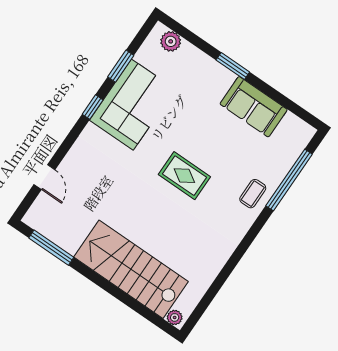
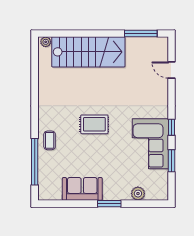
plant: (171, 41) -> (138, 194), moved

